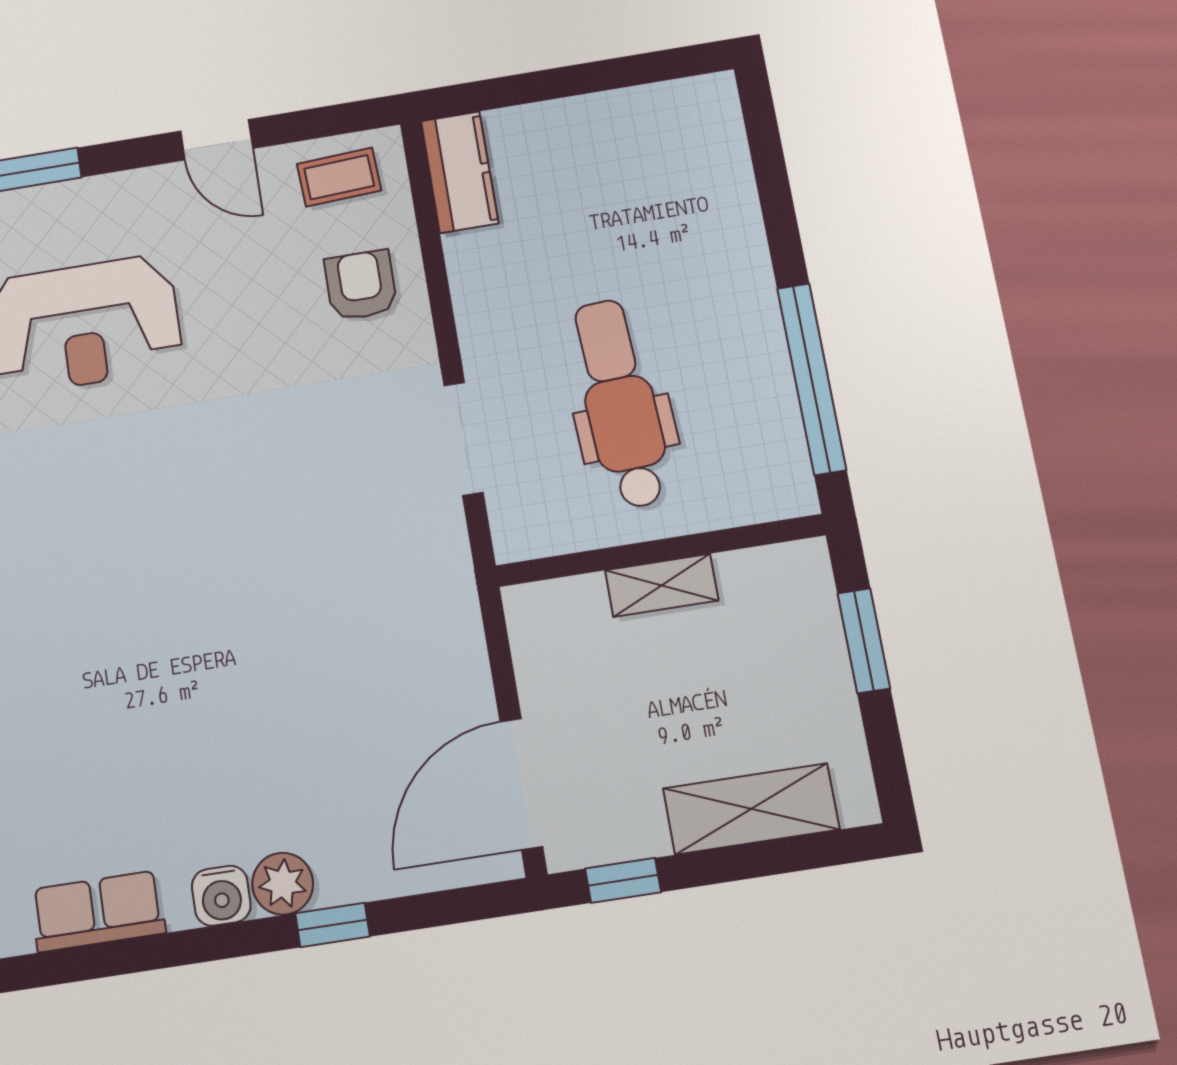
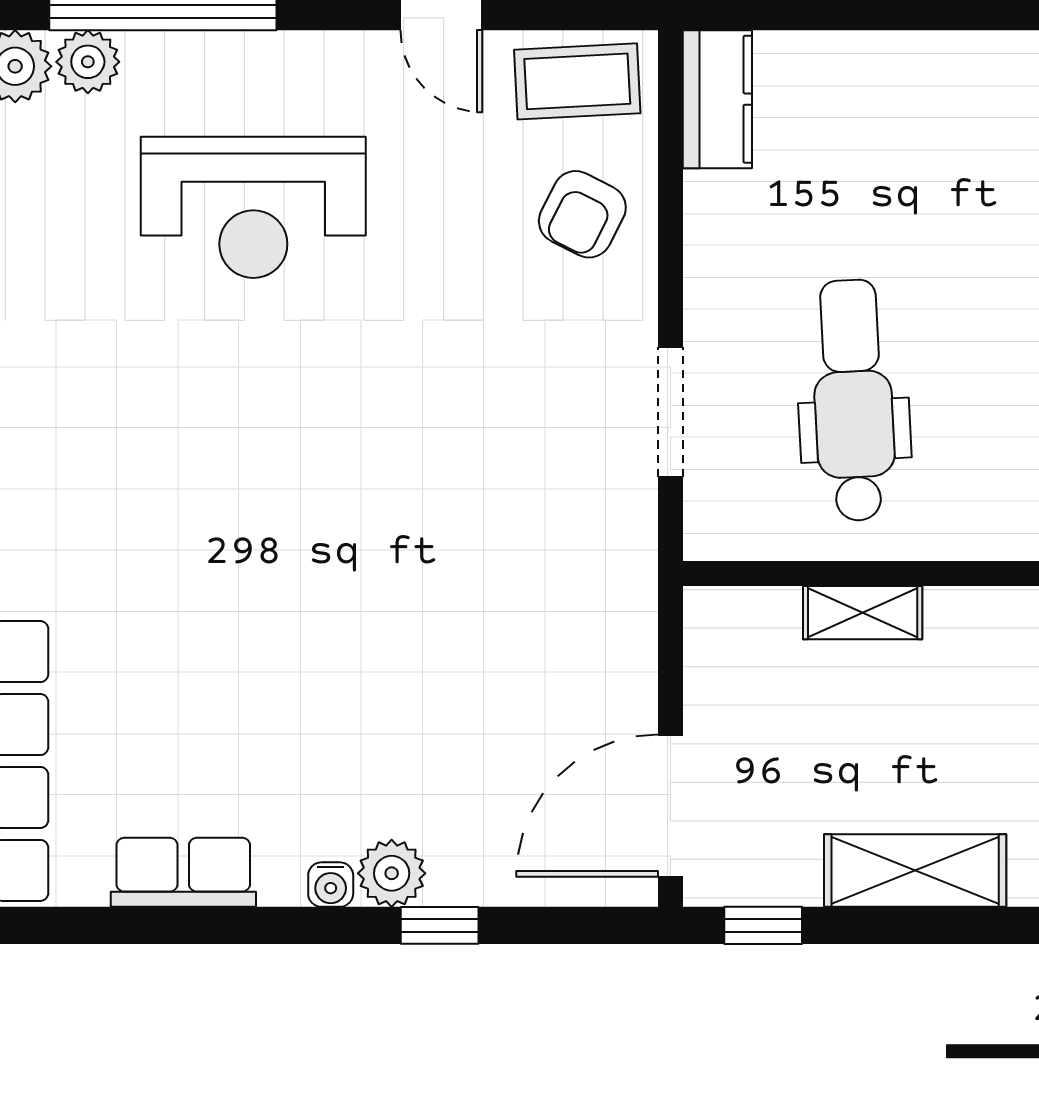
coffee table: (339, 177) -> (577, 81), width x1.36, depth x1.30
armchair: (361, 285) -> (582, 214), turned -153
water cooler: (221, 896) -> (331, 885), width x0.72, depth x0.72

